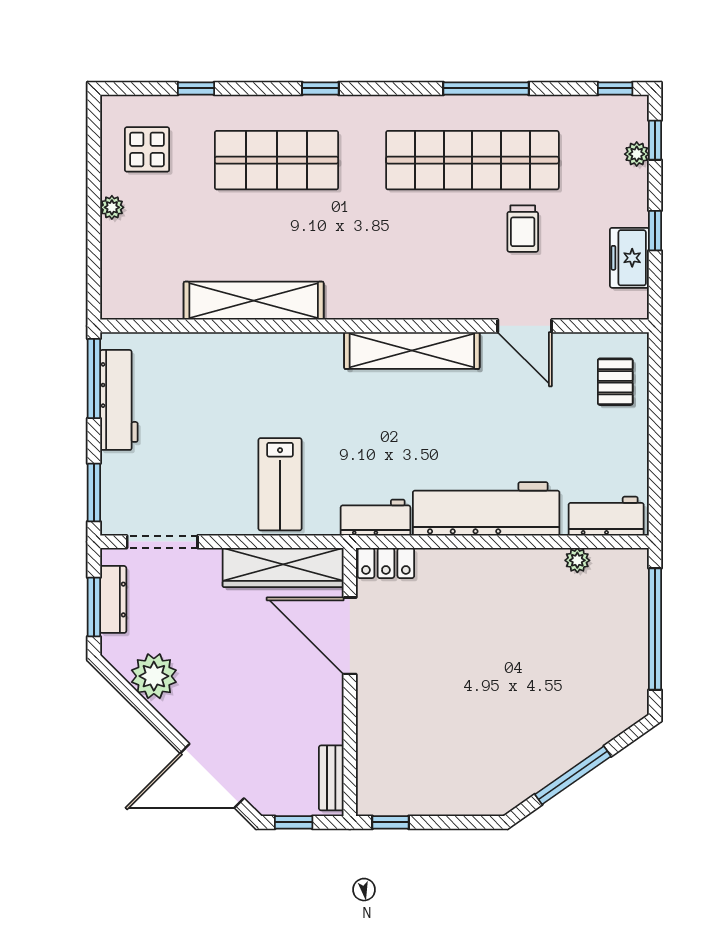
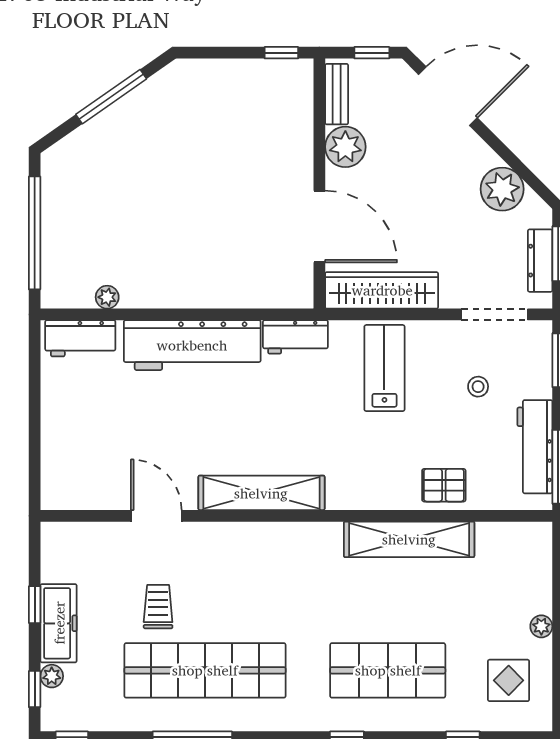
freezer: (629, 258) -> (59, 623), moved, width x1.40
pallet: (615, 382) -> (444, 485), moved, turned 90
stool: (180, 464) -> (478, 387), added
locker: (386, 563) -> (286, 295), removed
plant: (322, 721) -> (345, 147), added

